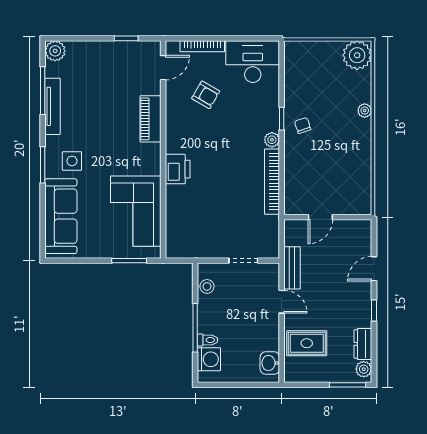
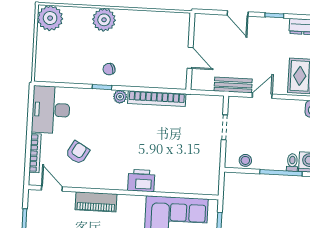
plant: (365, 111) -> (104, 20), width x1.88, depth x1.88

